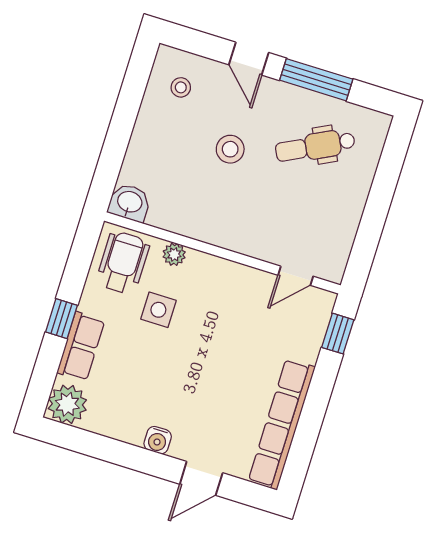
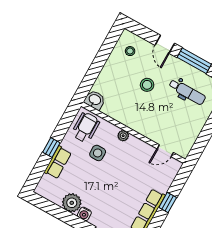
dental chair: (315, 146) -> (187, 92), turned -153
plant: (174, 254) -> (123, 136), moved
window: (338, 334) -> (168, 203), moved
plant: (67, 404) -> (72, 203), moved

